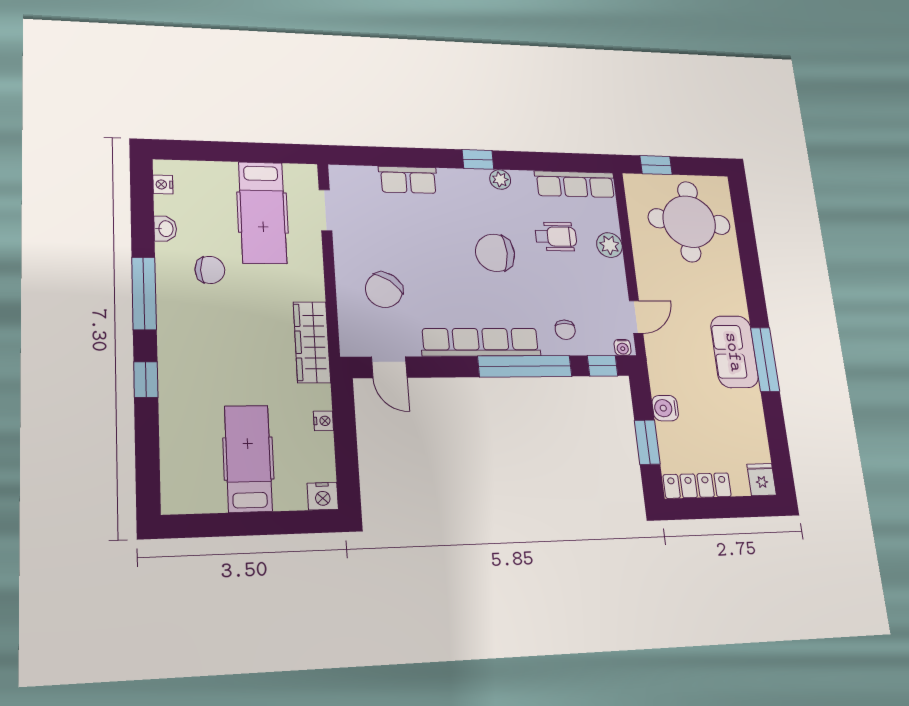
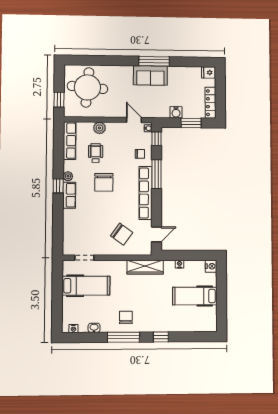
row of seats: (408, 180) -> (69, 195), moved
chair: (210, 270) -> (126, 317), moved
window: (525, 366) -> (156, 174), width x0.68

